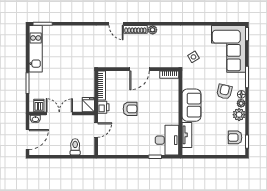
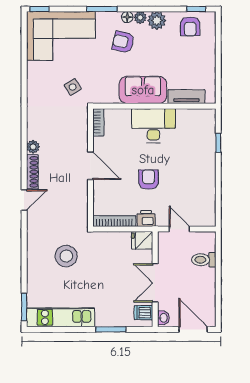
stool: (78, 53) -> (66, 256), added
desk: (167, 140) -> (153, 126), moved

